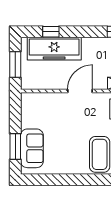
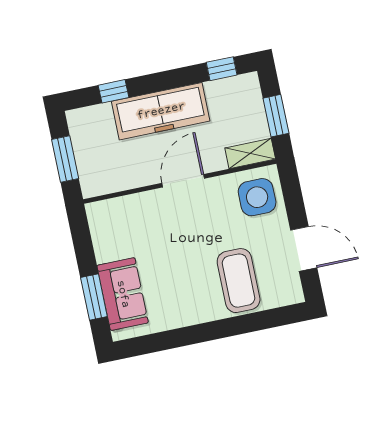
freezer: (54, 49) -> (161, 111), moved

